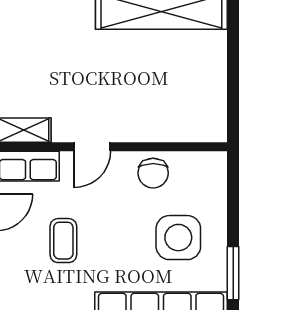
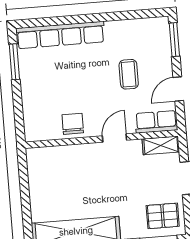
pallet: (30, 24) -> (163, 216), added
side table: (178, 238) -> (53, 82), removed

